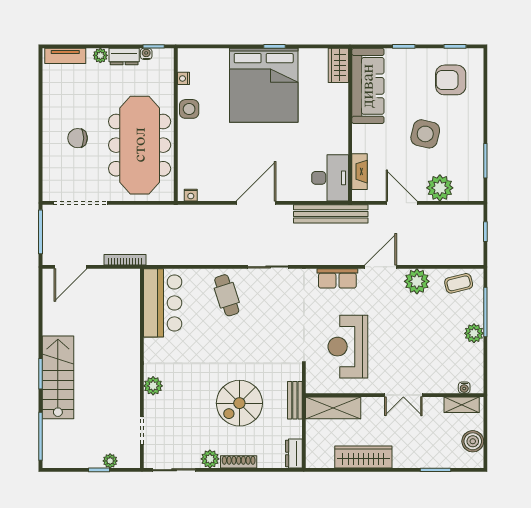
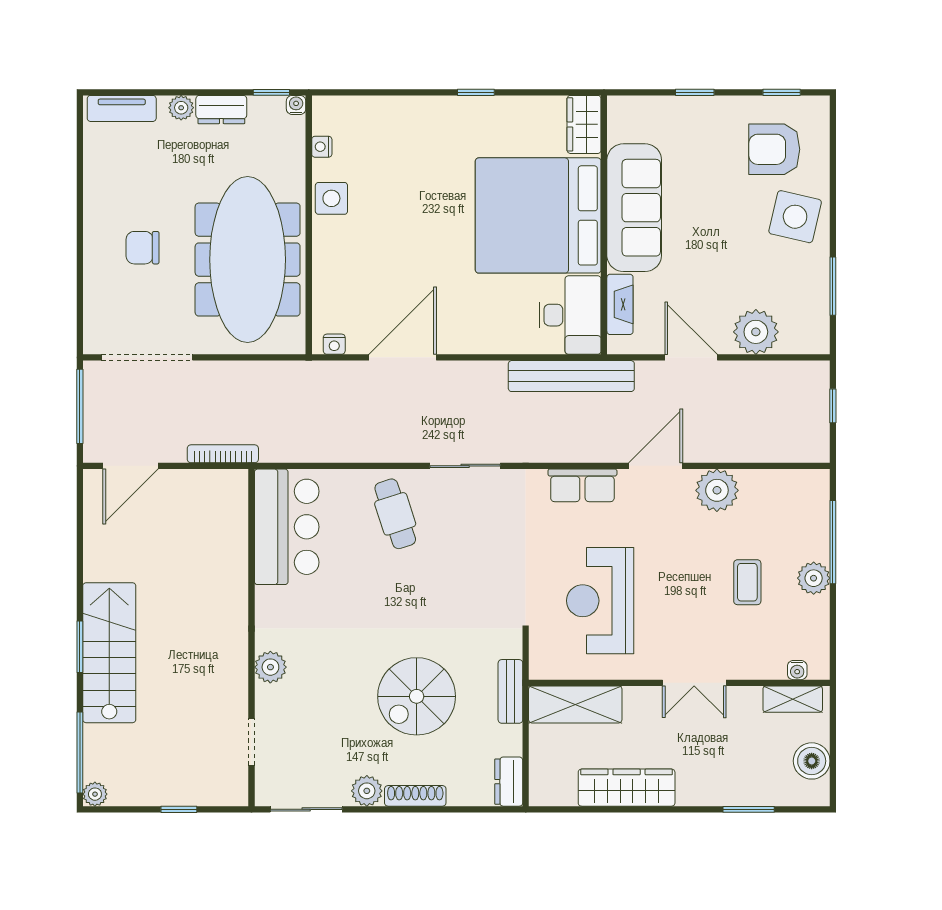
water cooler: (146, 54) -> (296, 105), moved
bed: (264, 85) -> (538, 215), moved, turned 90
sofa: (368, 86) -> (634, 208), moved
side table: (425, 134) -> (795, 217), moved
door: (256, 203) -> (403, 357), moved
coffee table: (459, 283) -> (747, 582), moved, turned -76
plant: (110, 461) -> (95, 794), moved

